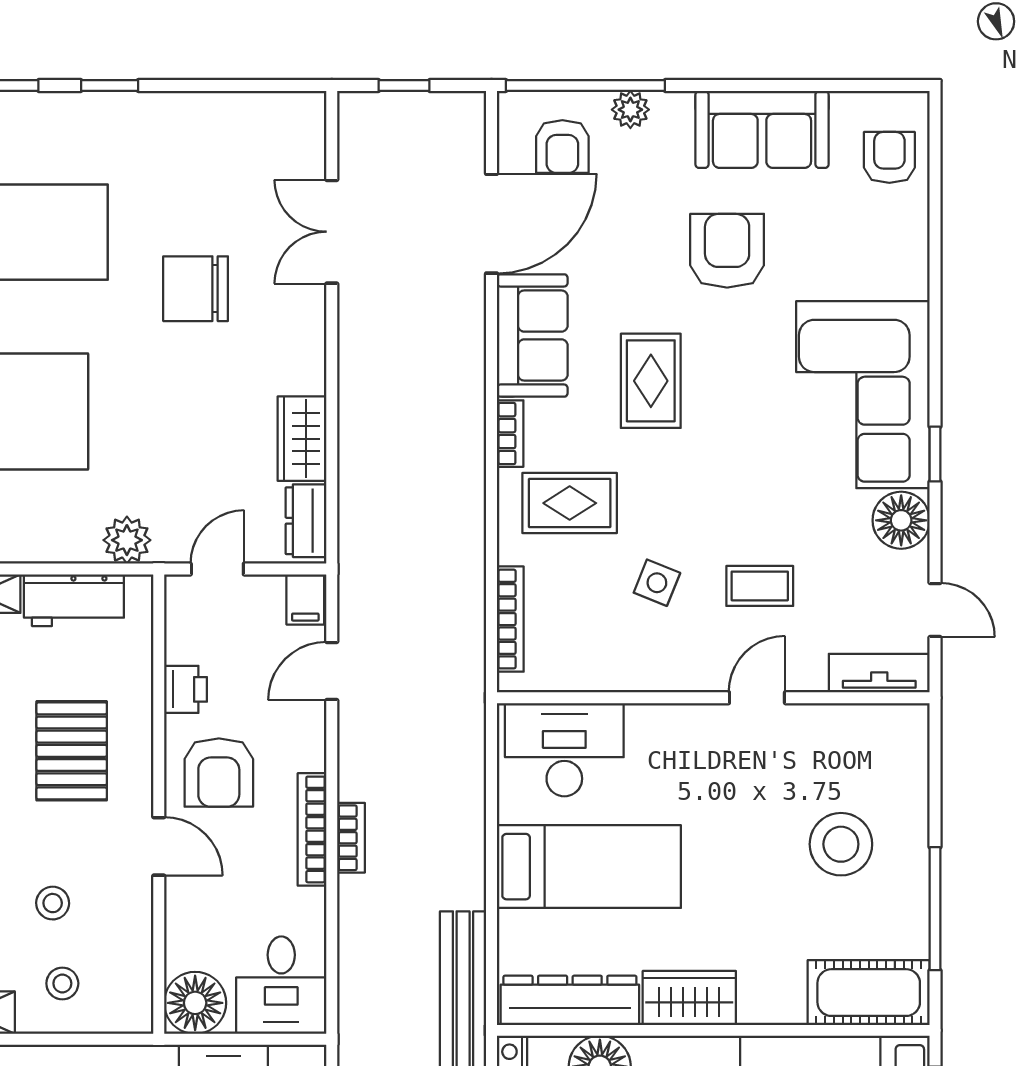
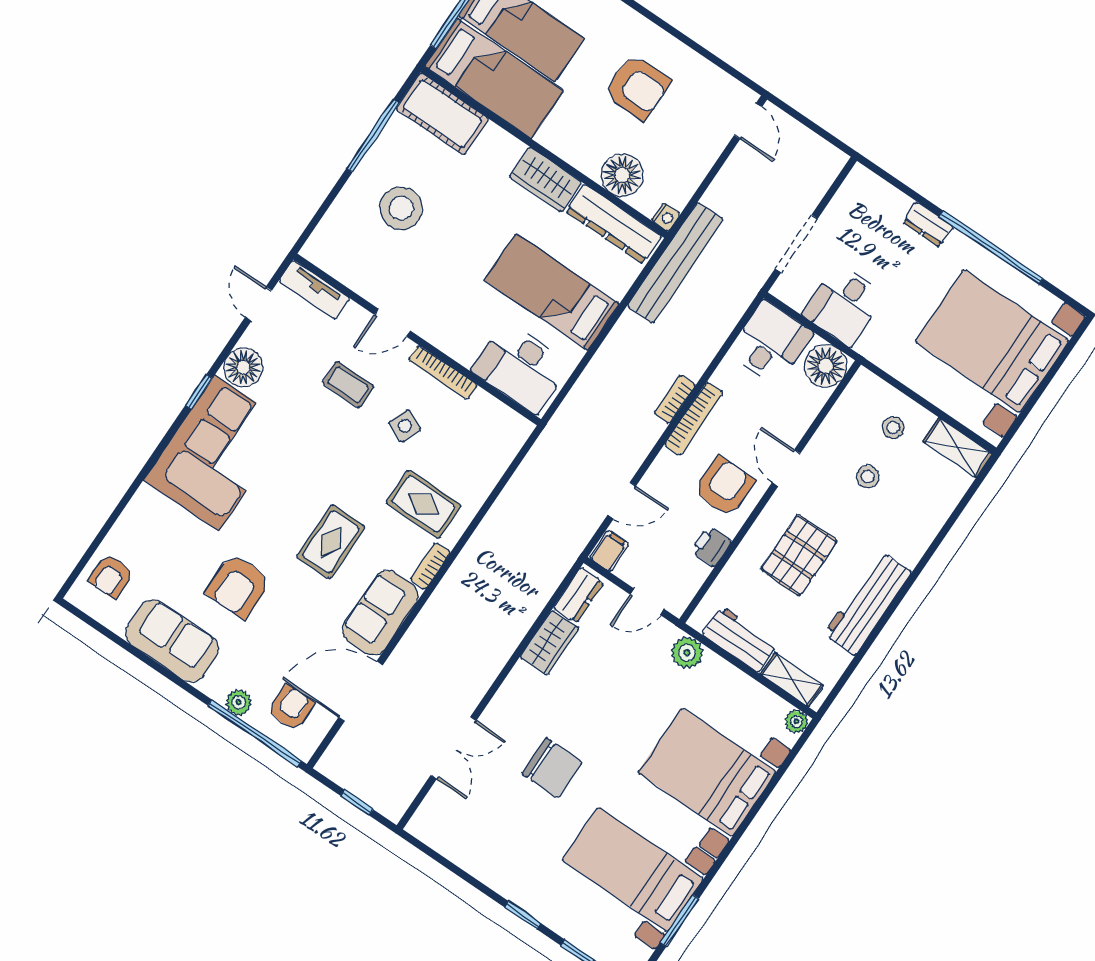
bookcase: (510, 619) -> (443, 372), moved, turned -90

